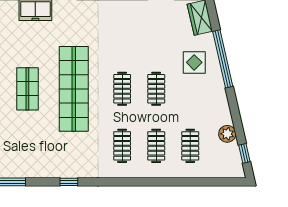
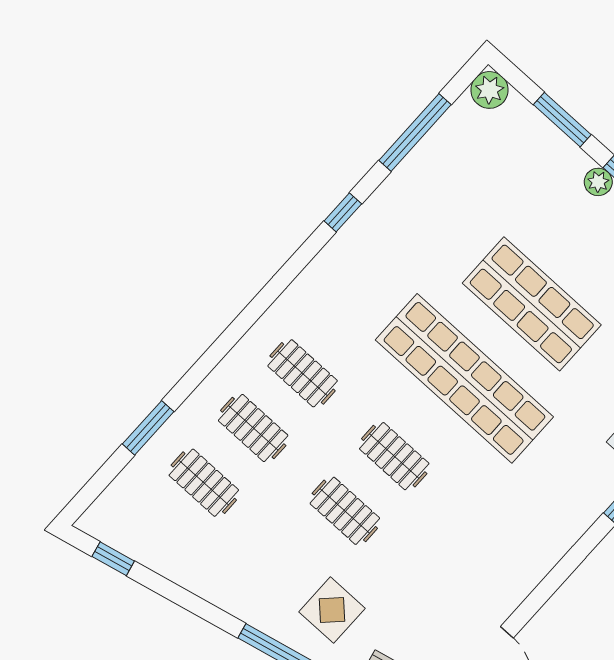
shop shelf: (27, 89) -> (532, 304), width x1.43, depth x1.36
plant: (227, 134) -> (169, 560), removed
window: (69, 182) -> (343, 212), moved
window: (189, 182) -> (148, 428), added

